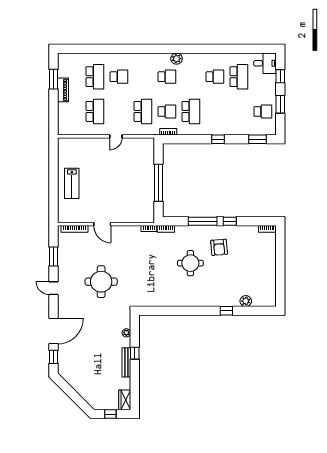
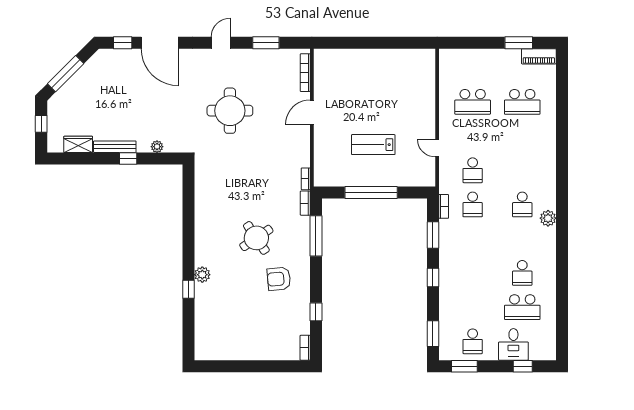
desk: (265, 63) -> (513, 344), moved
school desk: (119, 77) -> (522, 136), removed
piano: (63, 90) -> (539, 56), moved
window: (280, 104) -> (464, 366), moved
school desk: (143, 111) -> (473, 170), width x0.54
school desk: (191, 111) -> (473, 239), removed
door: (116, 136) -> (437, 148), moved
window: (188, 139) -> (433, 235), added
lab bench: (72, 183) -> (373, 145), moved
window: (203, 221) -> (316, 236), moved
window: (230, 221) -> (316, 312), moved
round table: (190, 263) -> (256, 238), turned -34
plant: (246, 301) -> (202, 275), moved
window: (75, 397) -> (66, 74), added
wardrobe: (125, 400) -> (78, 144), moved

